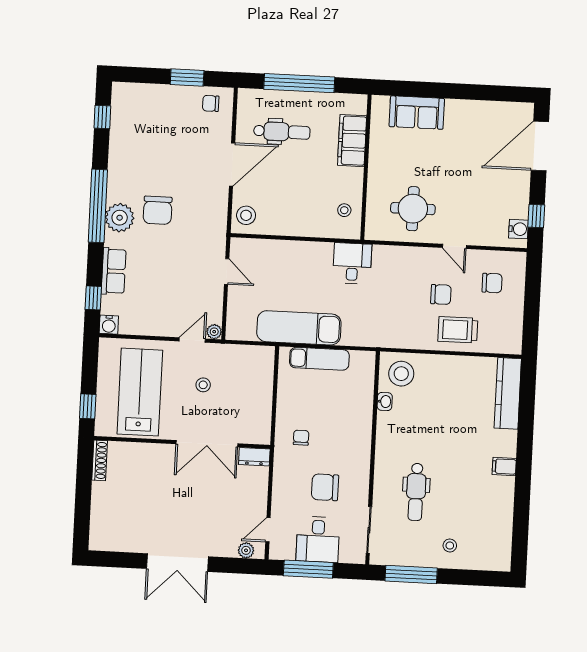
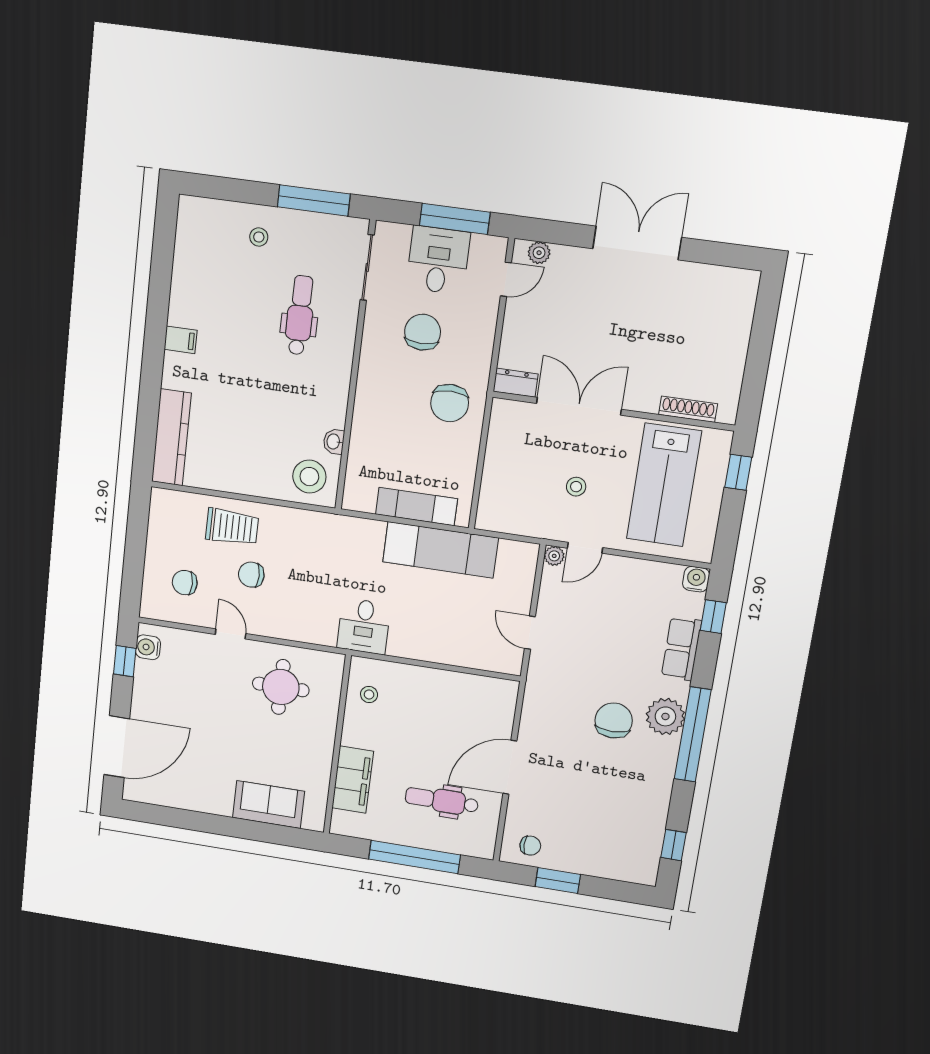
stool: (246, 215) -> (498, 702), removed
chair: (301, 438) -> (450, 403), width x1.87, depth x1.87
shoe rack: (100, 460) -> (688, 409), moved, turned 90
chair: (325, 487) -> (423, 332), turned -90

